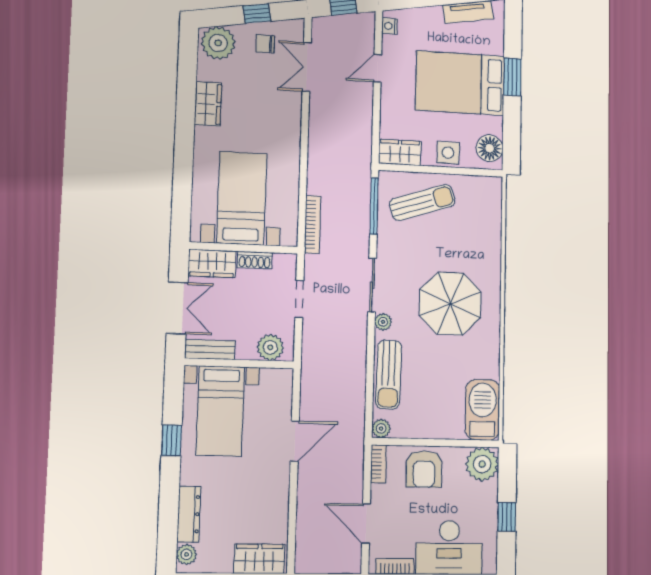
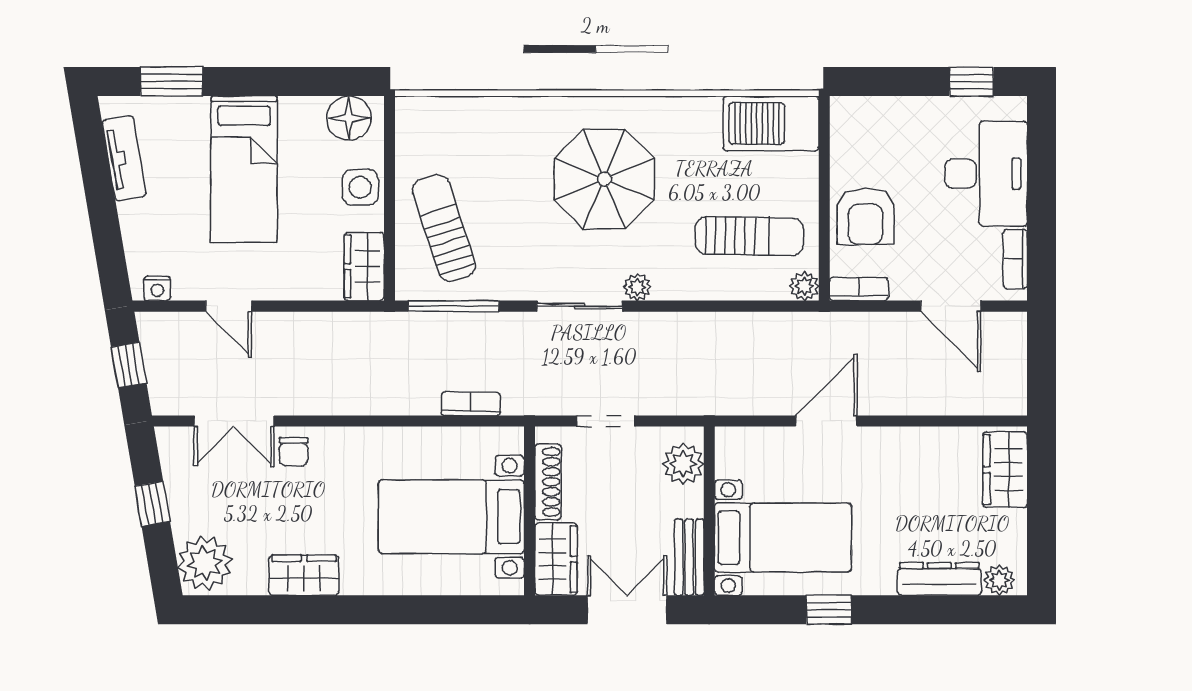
chair: (265, 44) -> (294, 452), moved
window: (512, 77) -> (171, 82), moved
bed: (460, 83) -> (244, 169), width x0.67
bookcase: (313, 224) -> (471, 404), width x0.64
shoe rack: (255, 260) -> (548, 482), width x1.43
sun lounger: (389, 375) -> (749, 236), moved
door: (295, 441) -> (826, 421), hinge flipped
plant: (482, 464) -> (856, 123), removed
armchair: (424, 469) -> (866, 216), turned 90
window: (507, 517) -> (971, 82), moved
door: (366, 524) -> (951, 306), hinge flipped

